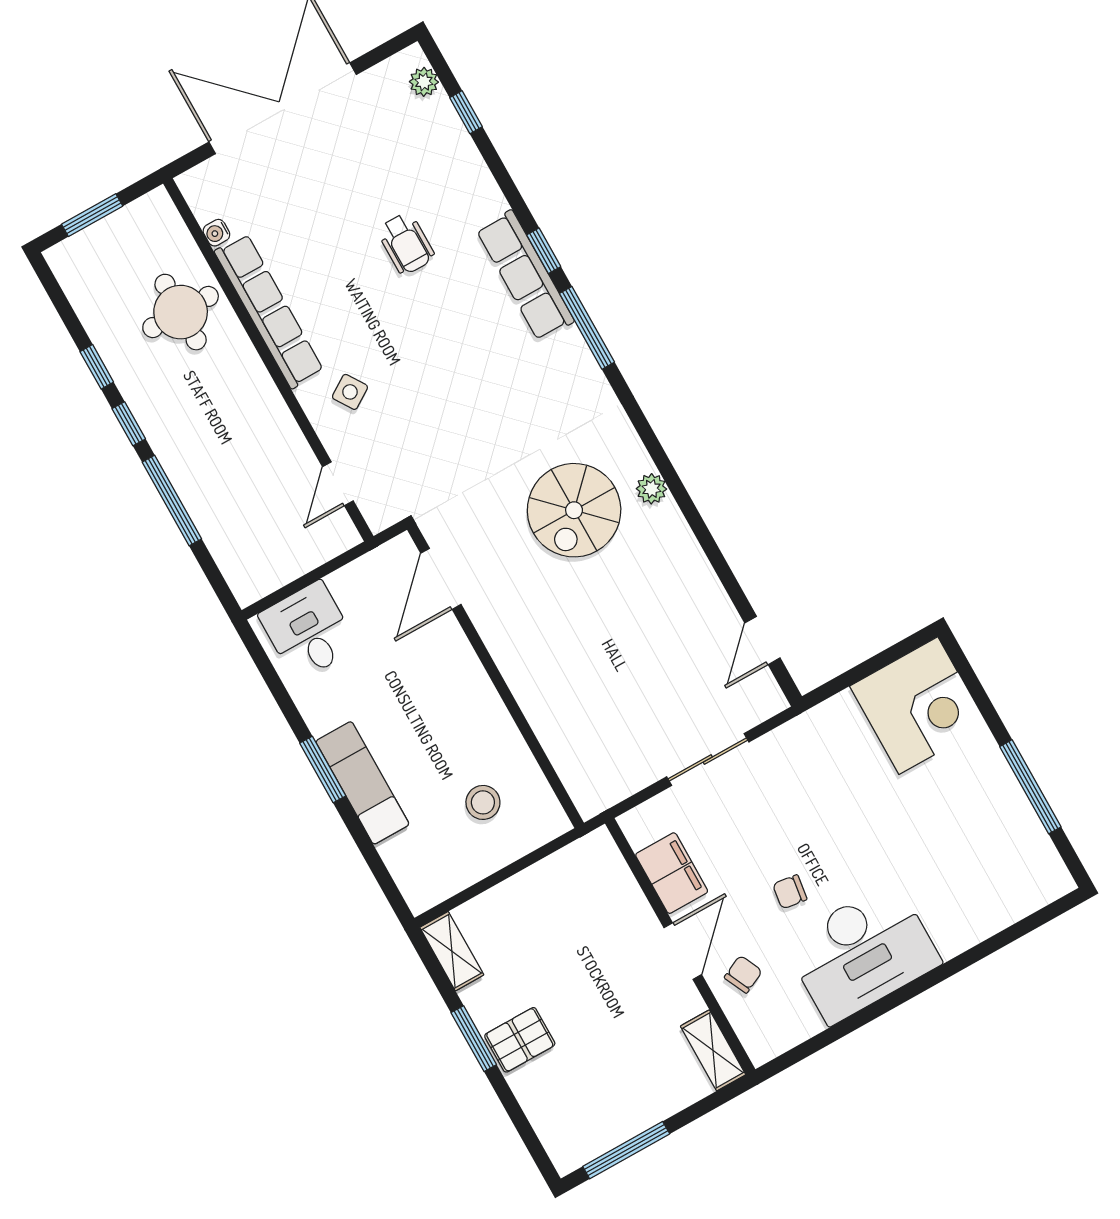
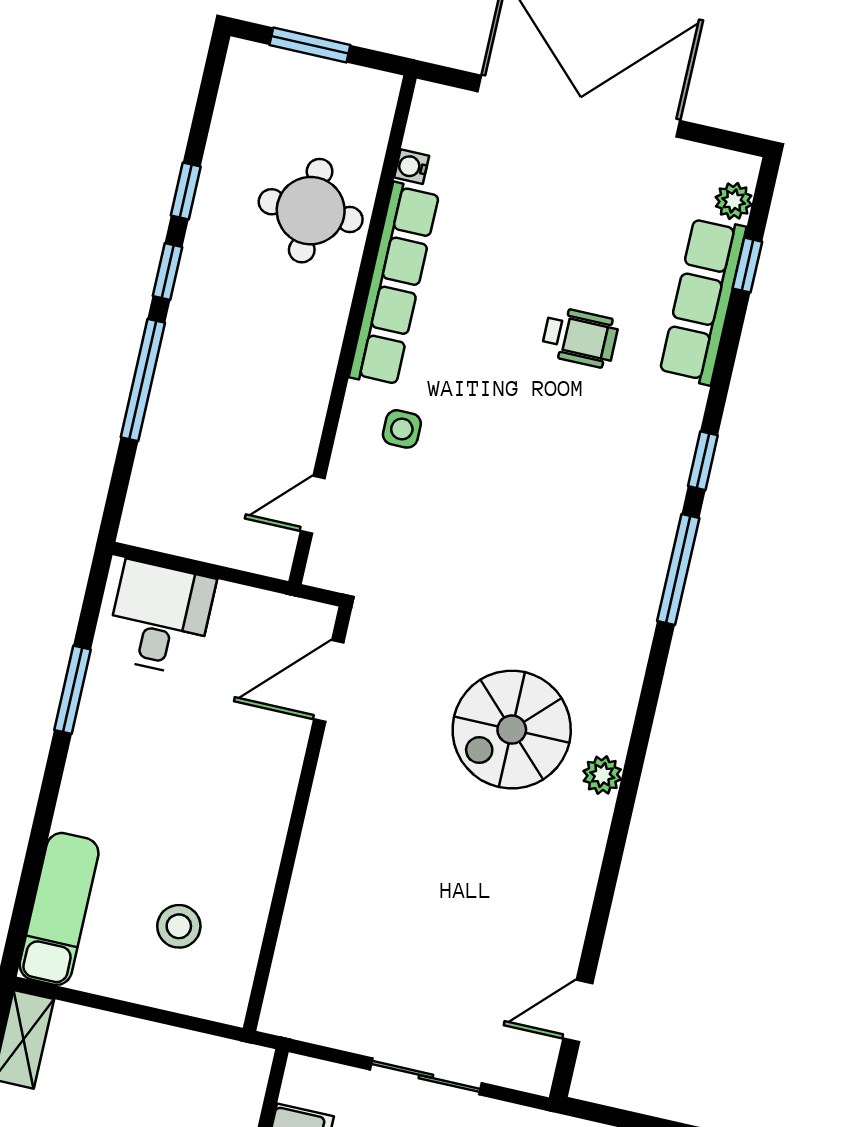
wheelchair: (406, 243) -> (580, 337), turned -90
row of seats: (525, 275) -> (703, 301), moved
side table: (350, 392) -> (402, 429), turned 33
window: (323, 770) -> (73, 690), moved
exam couch: (362, 783) -> (59, 909), moved

